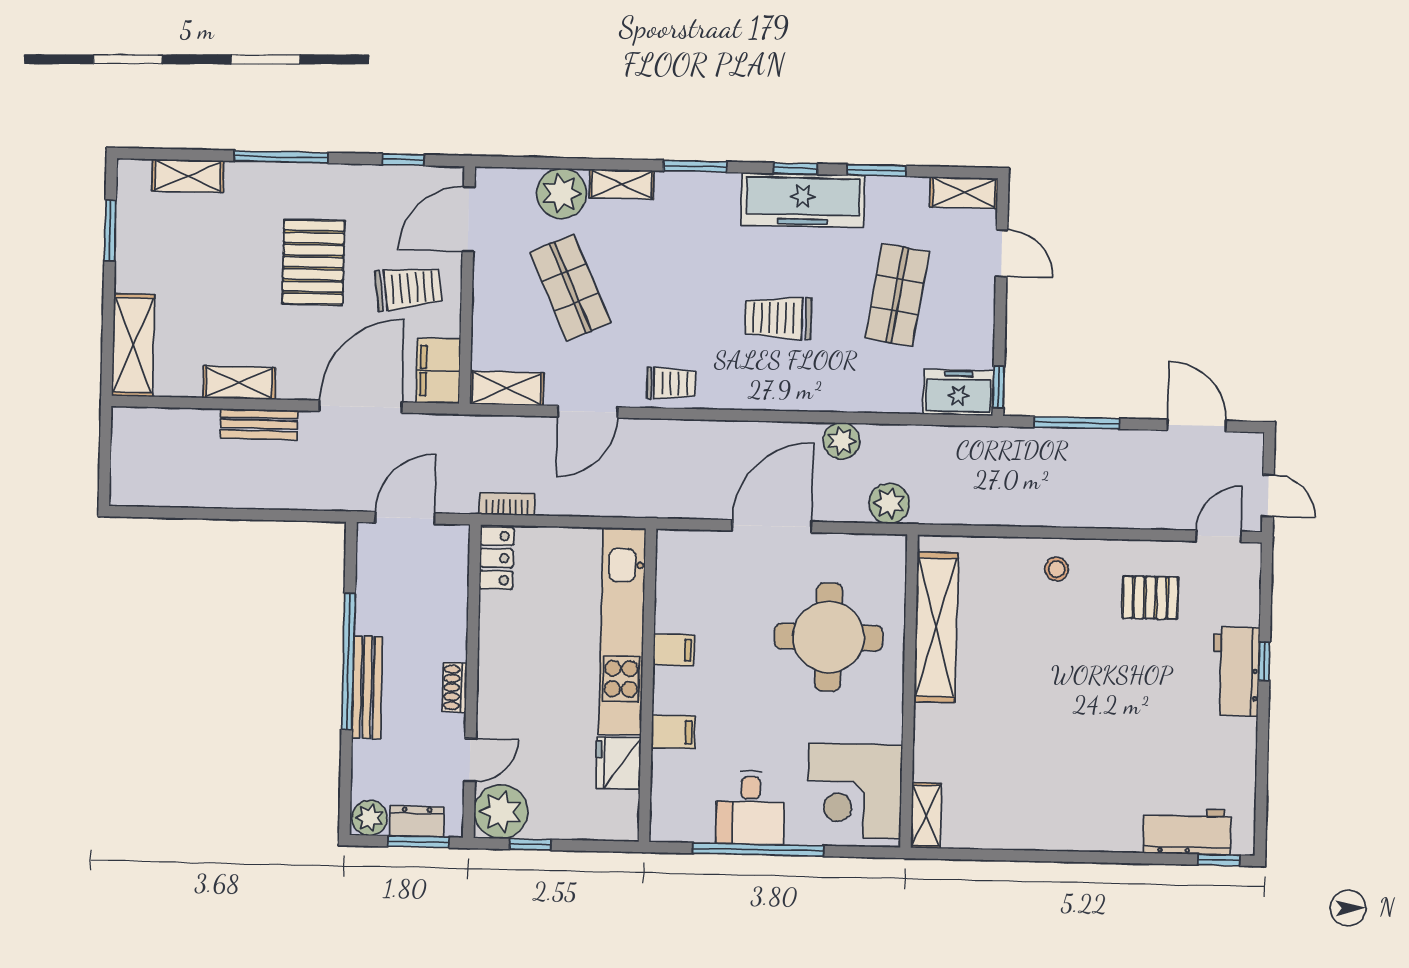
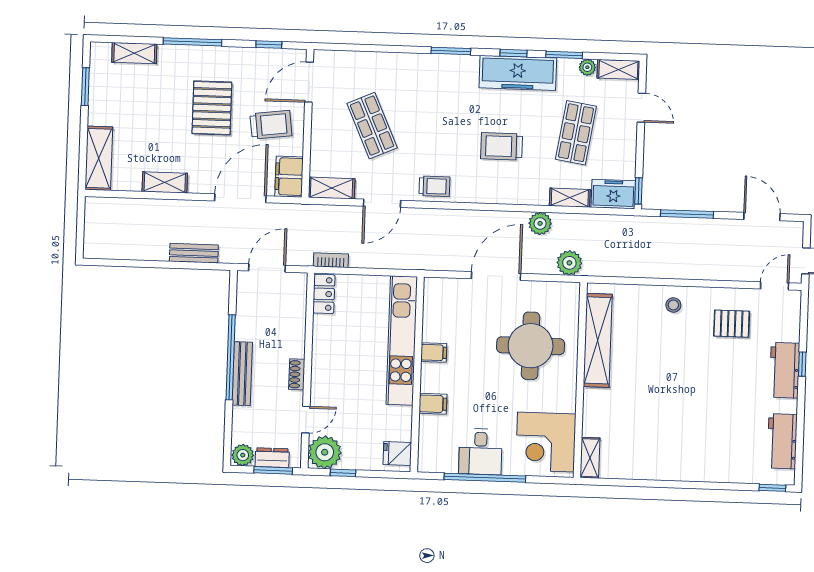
shelving: (622, 184) -> (570, 198), moved
plant: (562, 193) -> (587, 67), moved, width x0.53, depth x0.53
bench: (259, 424) -> (194, 253), moved
fridge: (618, 763) -> (397, 453), moved, width x0.72
workbench: (1187, 831) -> (782, 441), moved, turned -90

